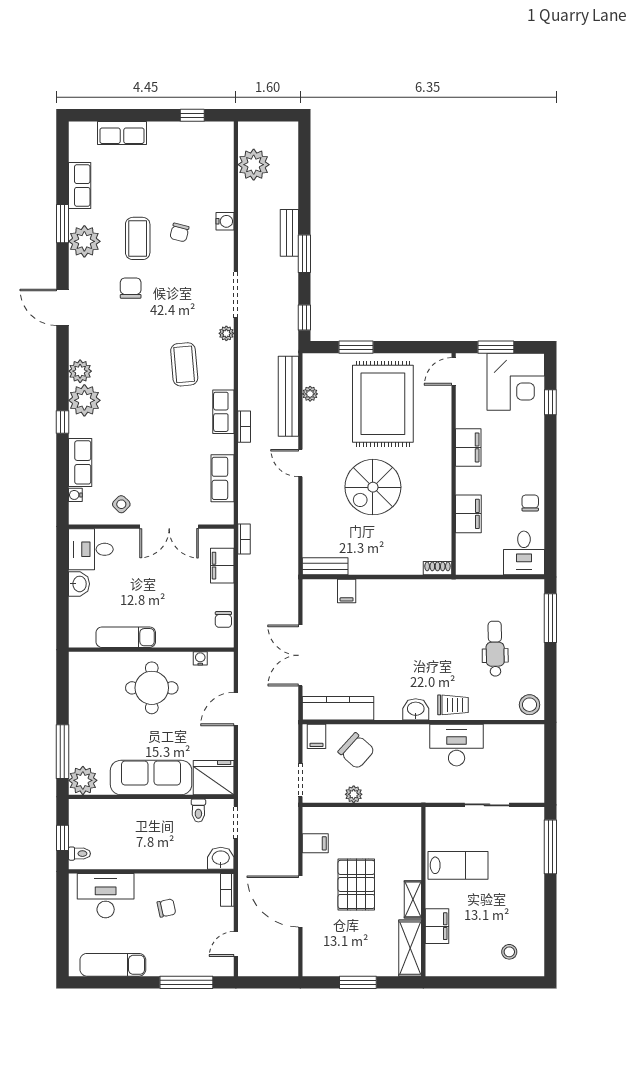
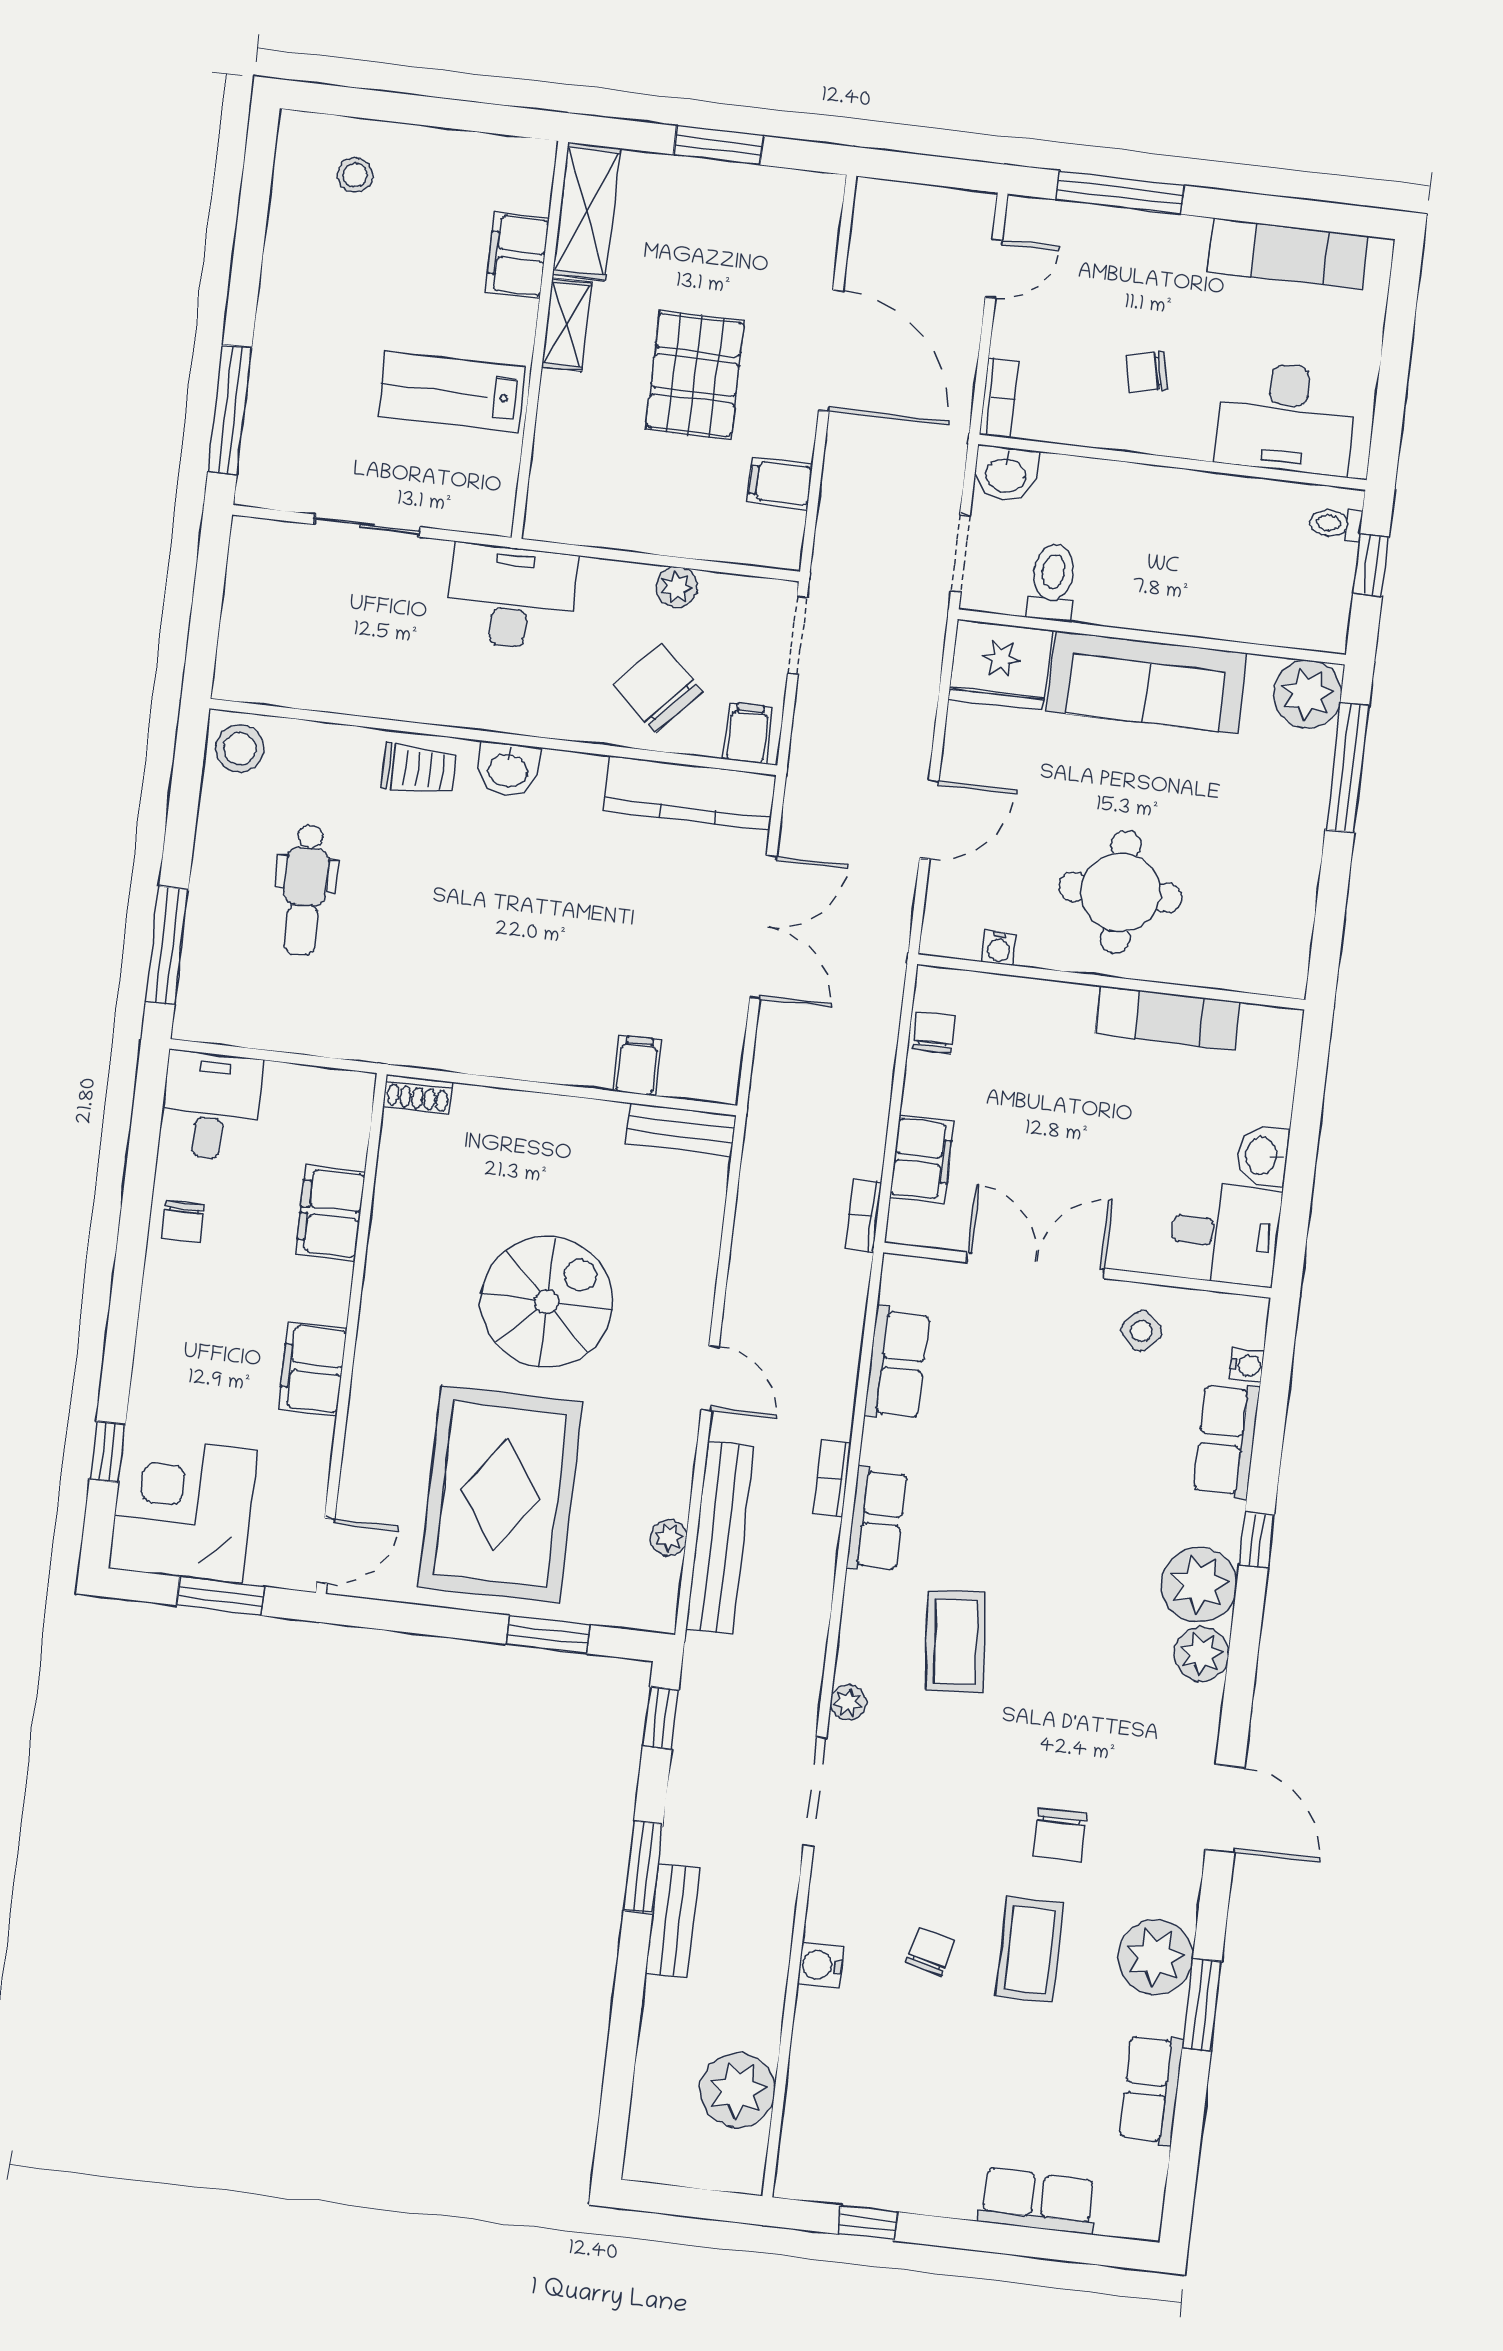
trolley: (453, 705) -> (419, 769), turned 180
desk: (457, 745) -> (512, 597), moved, turned 180
toilet: (198, 810) -> (1052, 582), width x1.37, depth x1.39

